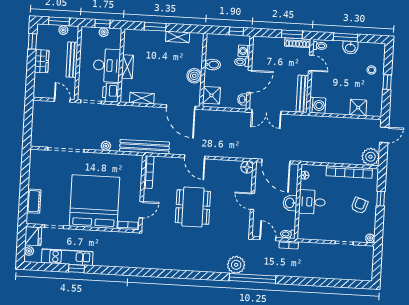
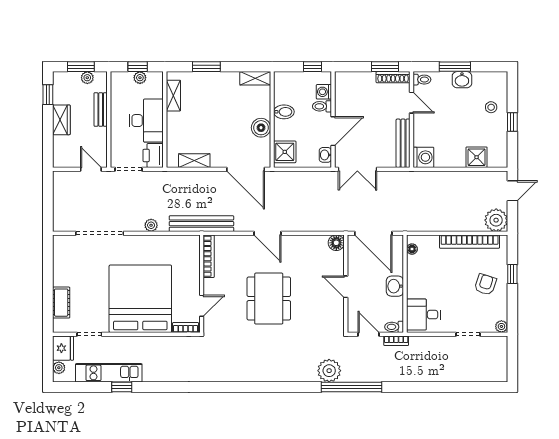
shelving: (178, 37) -> (255, 78), moved
bench: (72, 60) -> (101, 109), width x0.73
shelving: (127, 67) -> (173, 96), moved
desk: (312, 202) -> (423, 315), moved

